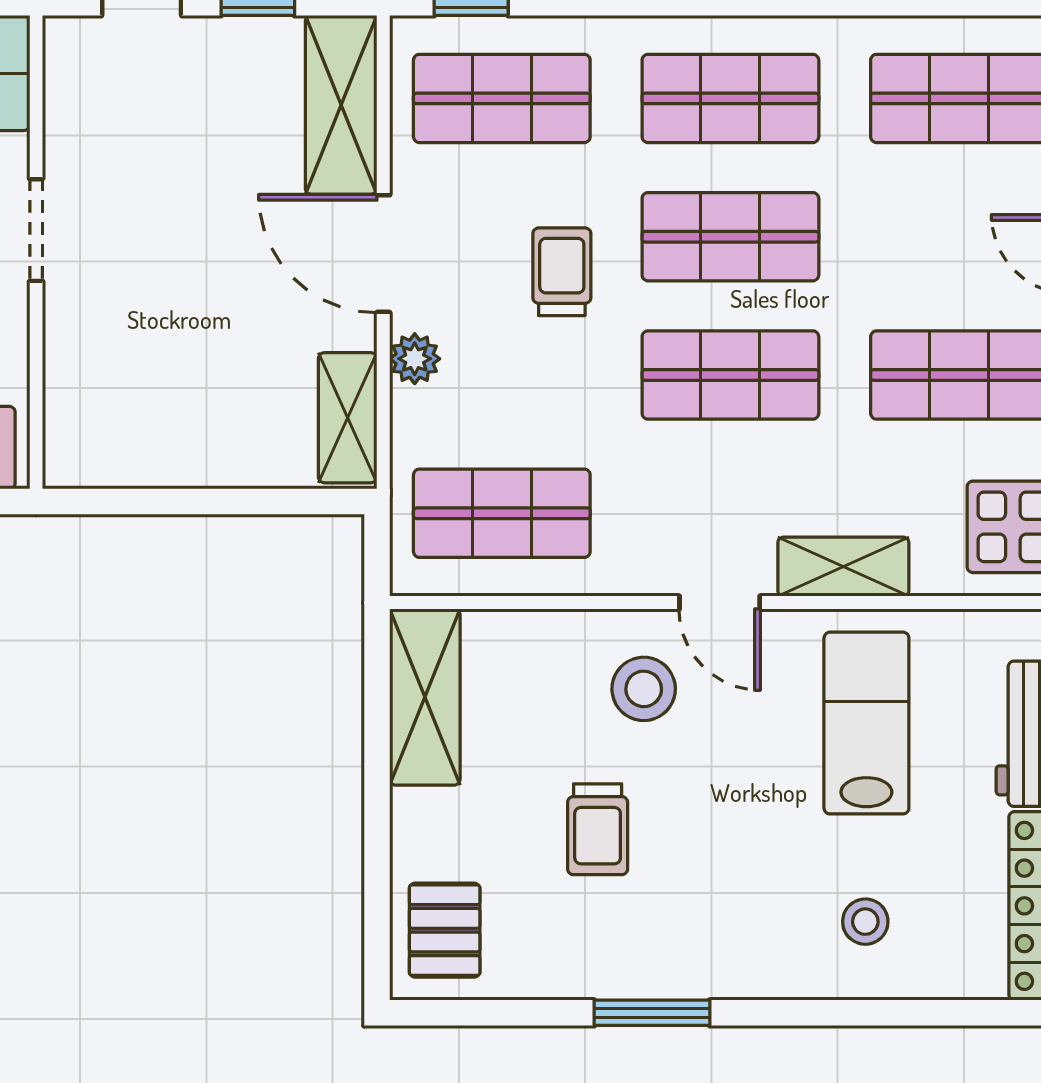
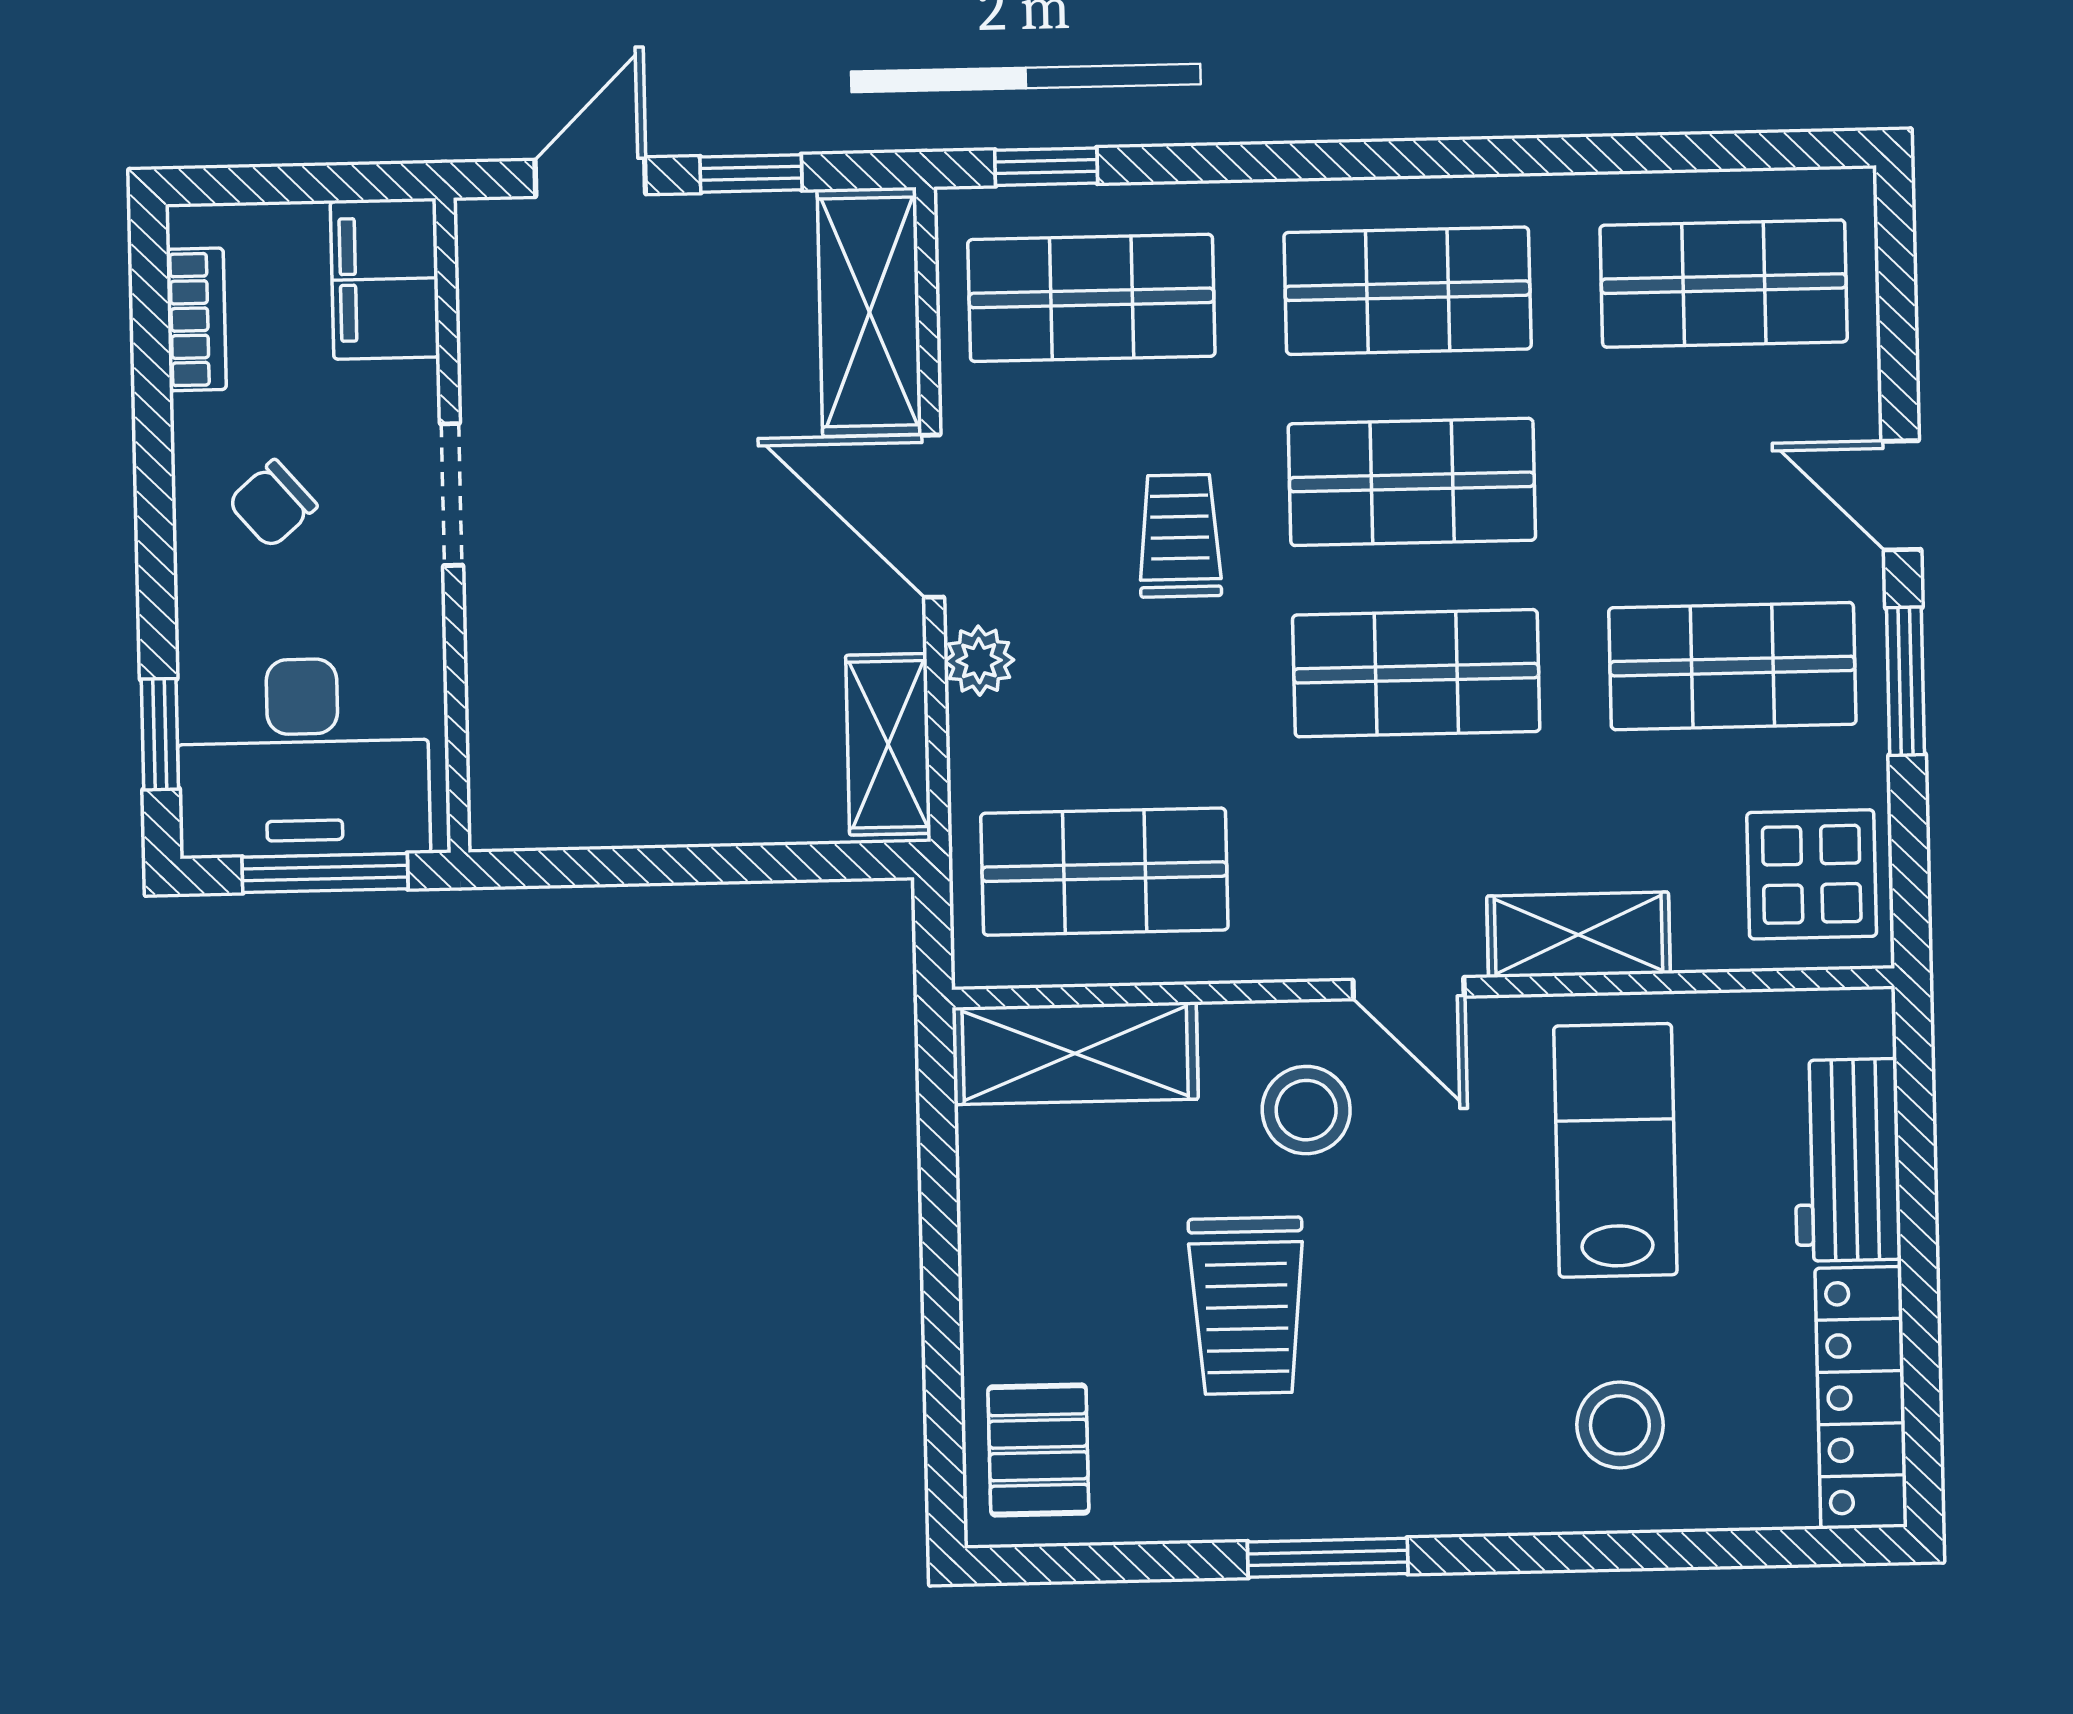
shelving: (425, 697) -> (1075, 1053), moved, turned 90
trolley: (598, 829) -> (1247, 1306), width x1.36, depth x1.39
stool: (865, 922) -> (1620, 1425), width x1.37, depth x1.37

